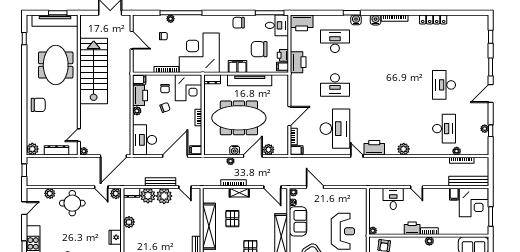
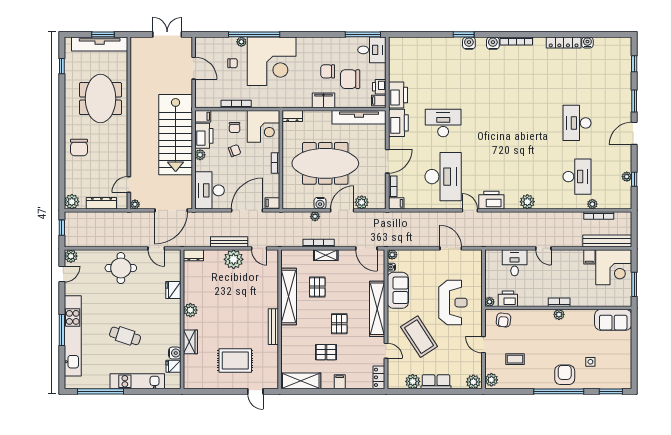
water cooler: (453, 19) -> (587, 42), added
chair: (239, 23) -> (328, 71), moved
printer: (302, 23) -> (398, 123), moved, turned -90
desk: (335, 41) -> (443, 69), removed
corner desk: (199, 53) -> (272, 61), moved, turned 180
stairs: (94, 71) -> (176, 135), moved, turned 180
tv unit: (250, 80) -> (359, 117), moved
desk: (335, 85) -> (443, 123), turned 180
chair: (38, 105) -> (79, 147), turned 90
door: (315, 187) -> (451, 248), moved
plant: (50, 193) -> (71, 256), moved
plant: (116, 194) -> (174, 256), removed
plant: (148, 196) -> (214, 259), removed
plant: (129, 222) -> (190, 310), moved
printer: (412, 228) -> (508, 299), moved
fridge: (115, 237) -> (173, 290), moved

